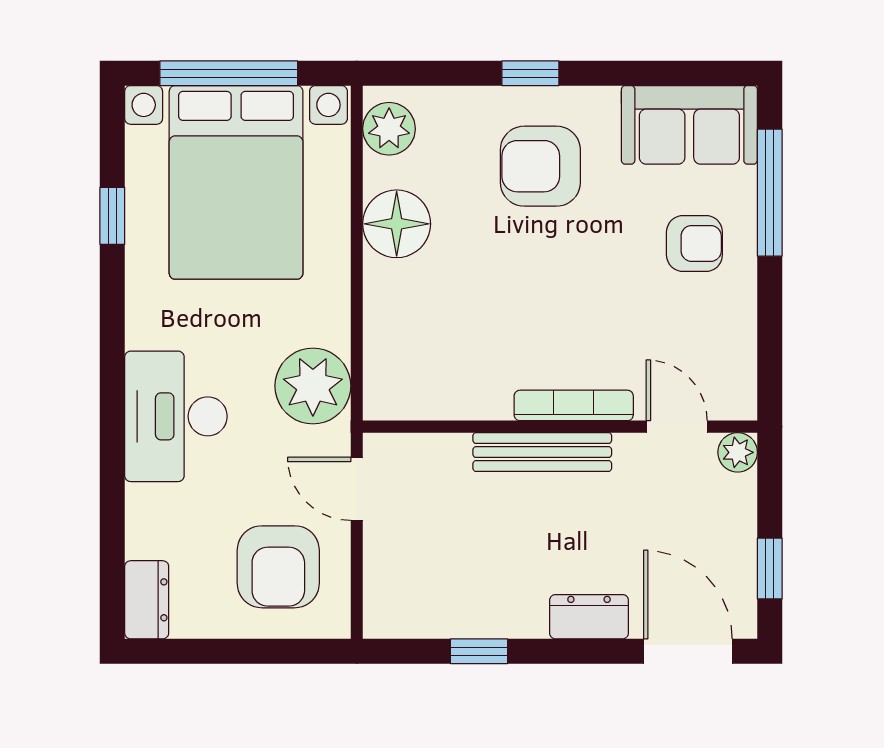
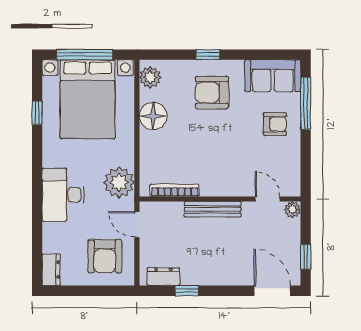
bookcase: (574, 405) -> (175, 190), moved
dresser: (589, 617) -> (163, 277), moved

